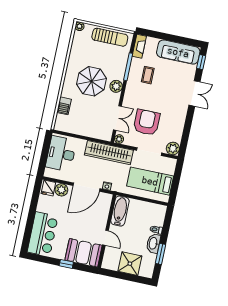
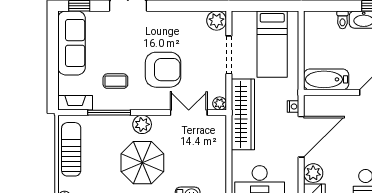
armchair: (147, 122) -> (163, 70), moved, turned 180
door: (86, 187) -> (301, 137), hinge flipped

